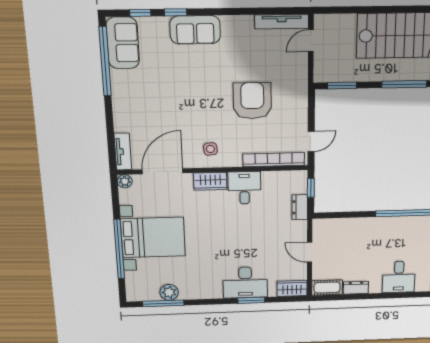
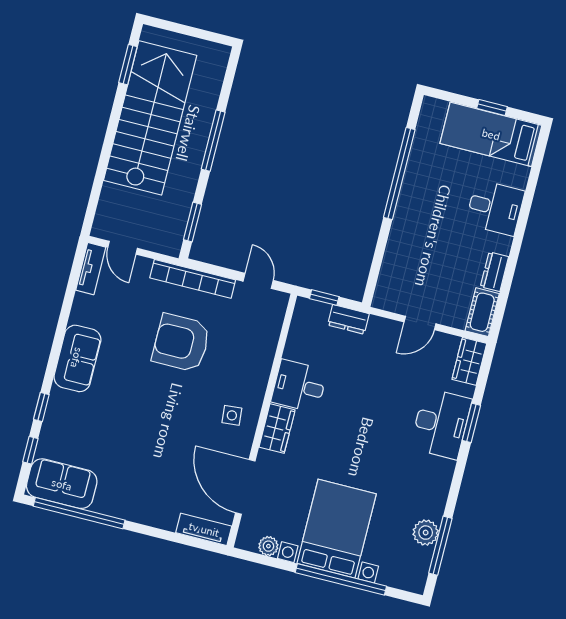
tv unit: (282, 22) -> (91, 269), width x0.71
sofa: (195, 30) -> (77, 358), moved
bookcase: (274, 160) -> (193, 279), moved, turned -90
plant: (125, 181) -> (268, 546), moved

